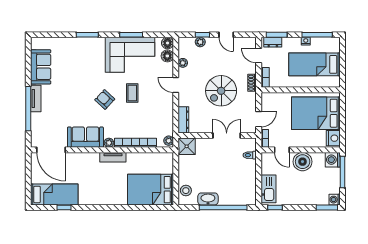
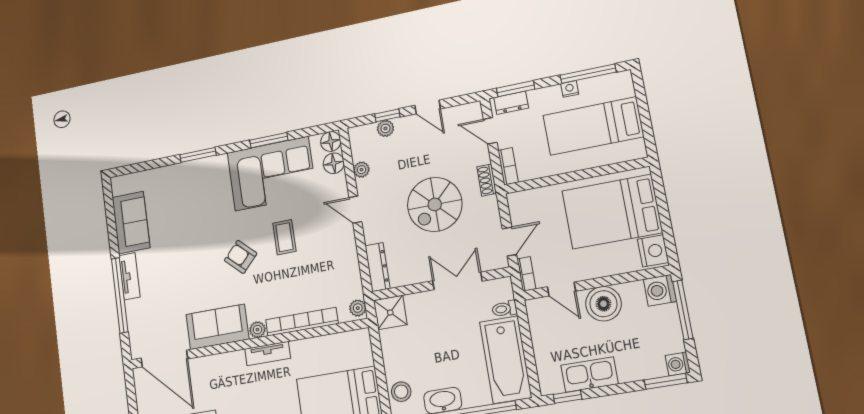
bathtub: (246, 183) -> (506, 360), added
kitchen sink: (268, 189) -> (590, 375), moved, turned -90

